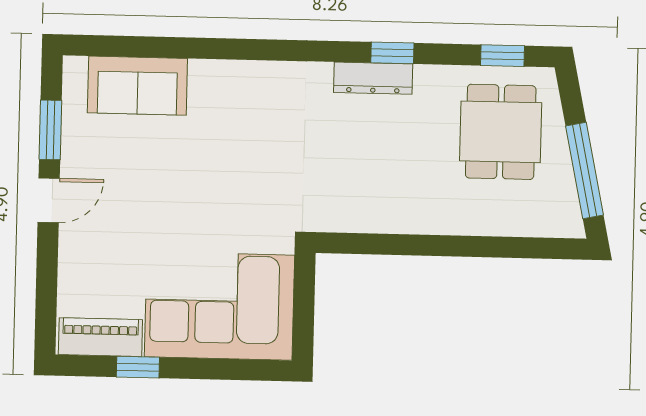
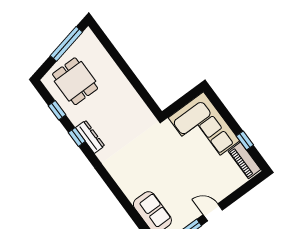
window: (502, 56) -> (57, 110), moved
dining table: (501, 132) -> (75, 81), turned 90

